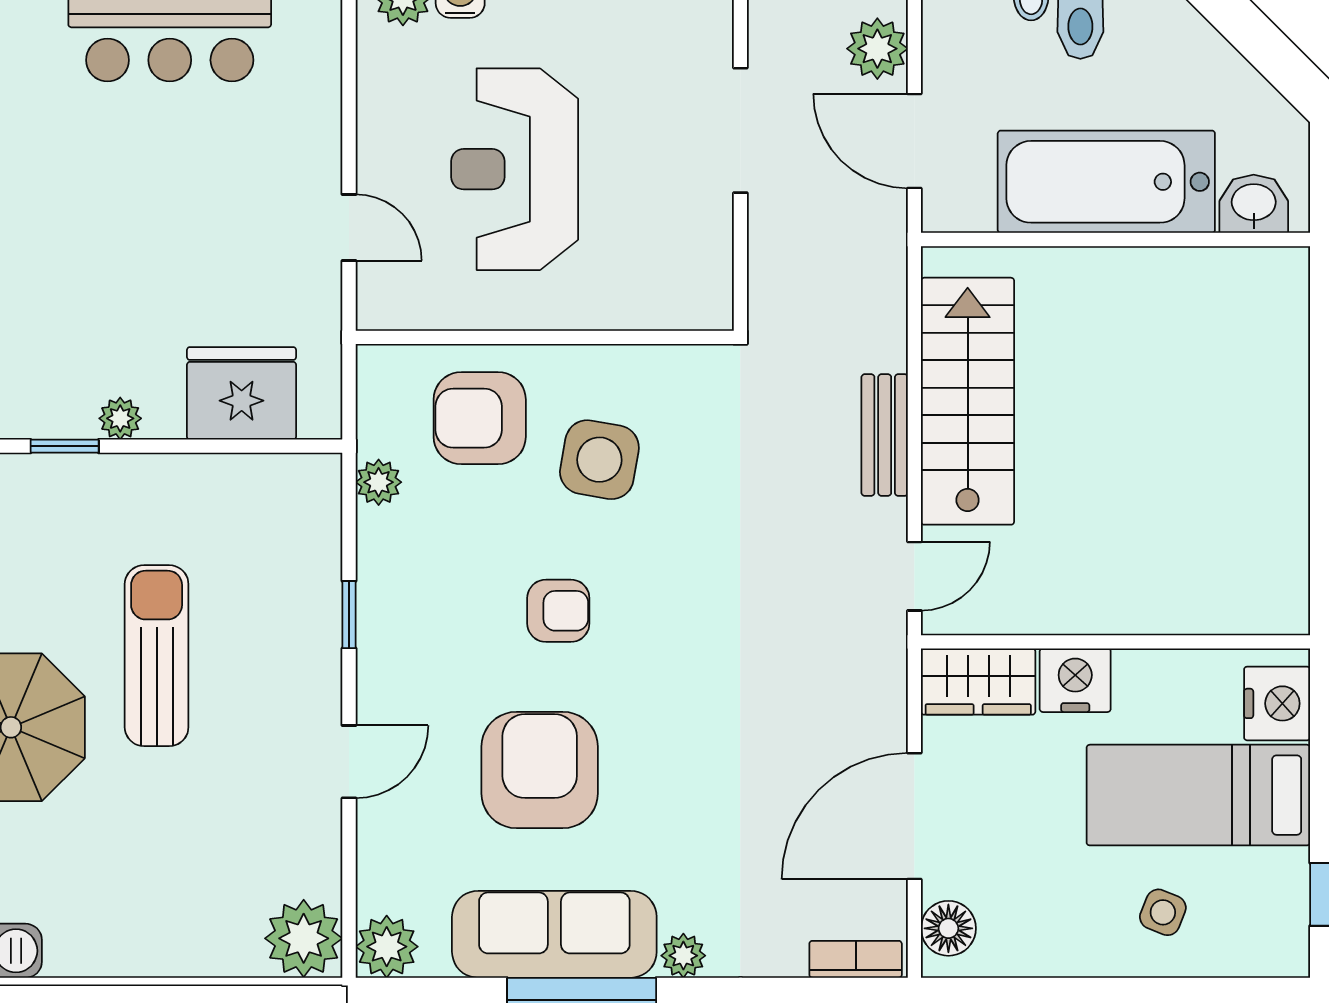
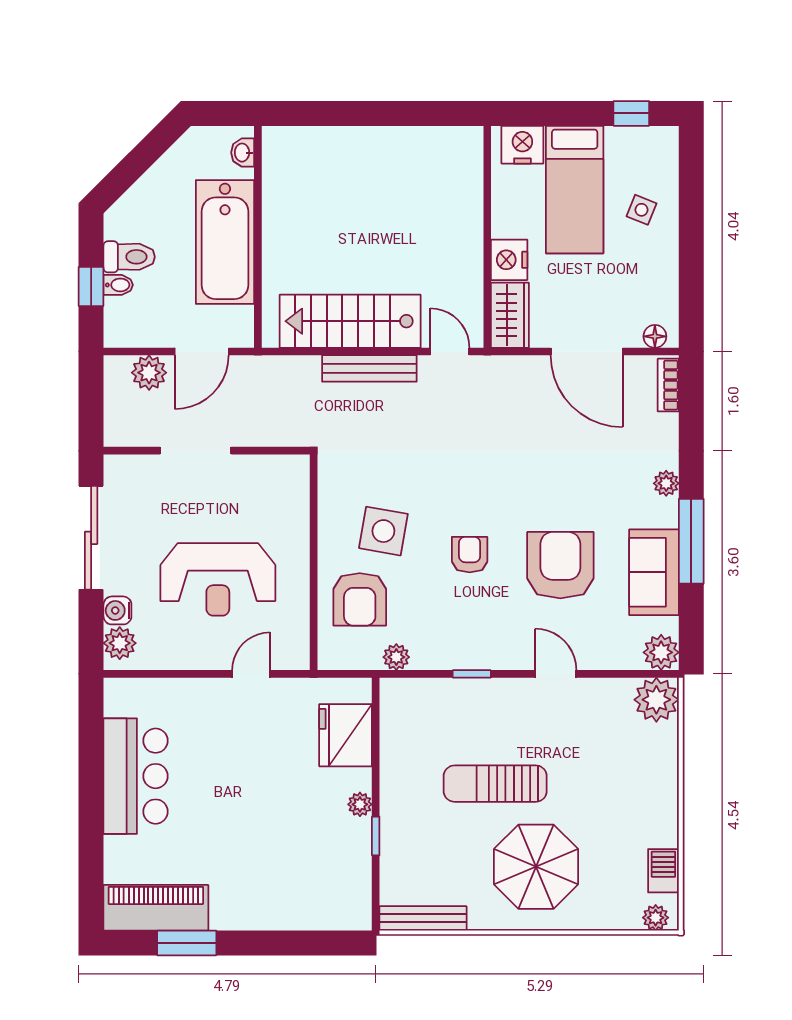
washbasin: (1254, 204) -> (243, 153), width x0.72, depth x0.69
bench: (885, 435) -> (369, 368), width x1.36
armchair: (540, 770) -> (560, 565), turned 90
floor lamp: (948, 928) -> (655, 336), width x0.73, depth x0.73
sofa: (554, 934) -> (654, 572), width x0.73

